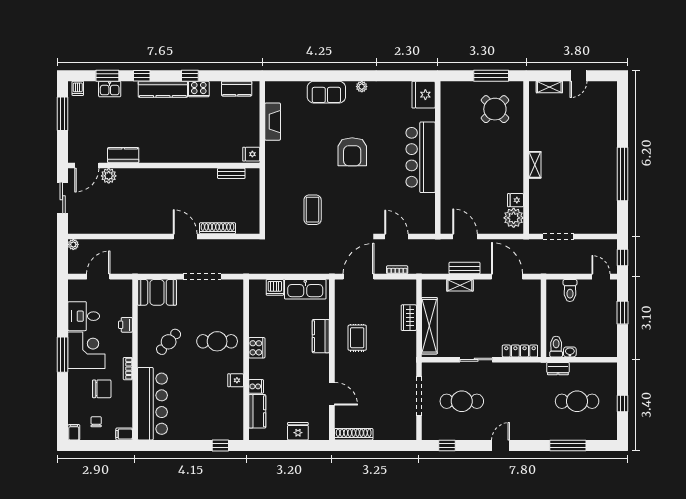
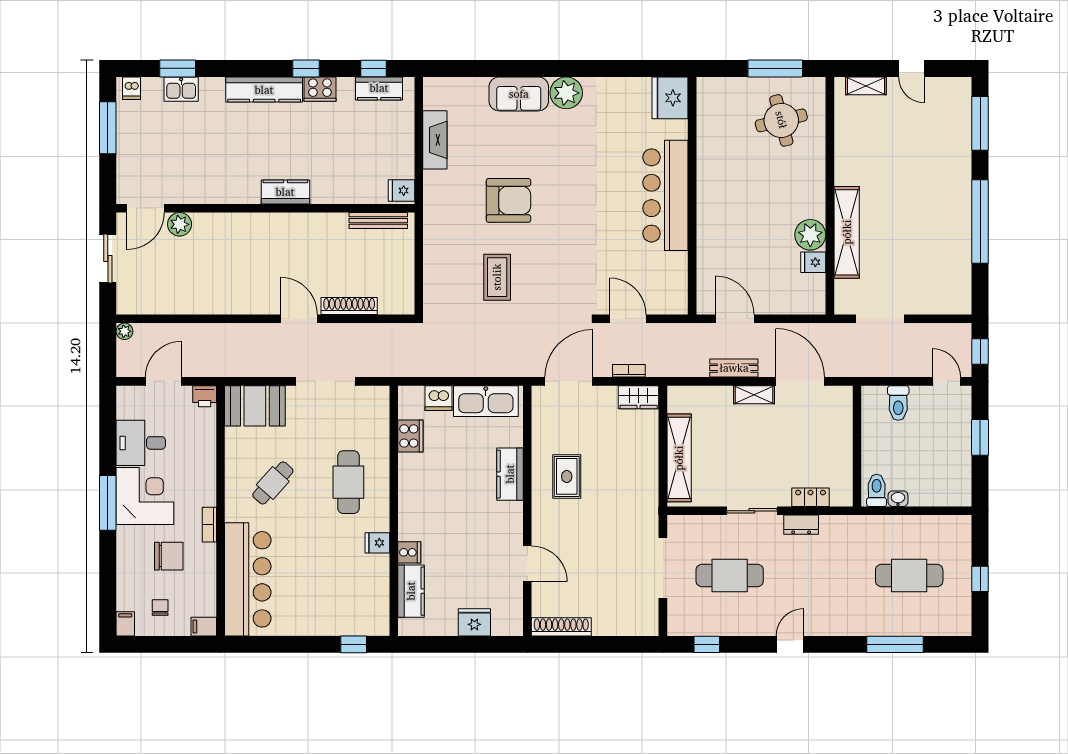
window: (142, 76) -> (373, 68), moved
door: (579, 76) -> (912, 68), hinge flipped
plant: (362, 87) -> (566, 93), width x1.88, depth x1.88
round table: (495, 109) -> (781, 120), turned 31
window: (623, 111) -> (980, 123), added
armchair: (352, 152) -> (509, 200), moved, turned -90
kitchen counter: (123, 155) -> (285, 192), moved
shelving: (535, 165) -> (847, 232), width x2.20, depth x1.33
bench: (231, 173) -> (378, 221), width x1.36
plant: (514, 218) -> (810, 235), moved
shelving: (460, 285) -> (754, 395), moved
wardrobe: (409, 318) -> (639, 397), moved, turned -90
printer: (125, 325) -> (205, 396), moved, turned -90
cafe table: (217, 341) -> (348, 482), turned 90
cooker: (257, 348) -> (410, 436), moved
locker: (520, 351) -> (811, 497), width x0.66
dresser: (558, 369) -> (801, 525), moved

